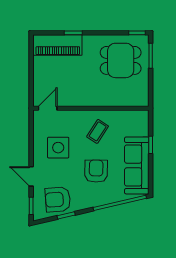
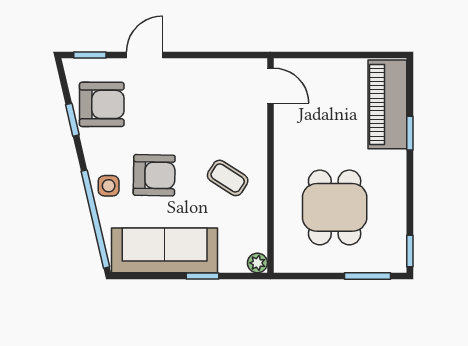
dining table: (121, 60) -> (335, 207), moved
plant: (144, 115) -> (257, 263), added
side table: (58, 148) -> (109, 186), moved, width x0.54, depth x0.54
armchair: (58, 199) -> (102, 104), turned 94

